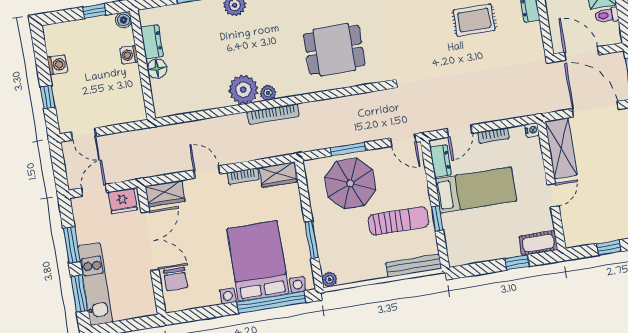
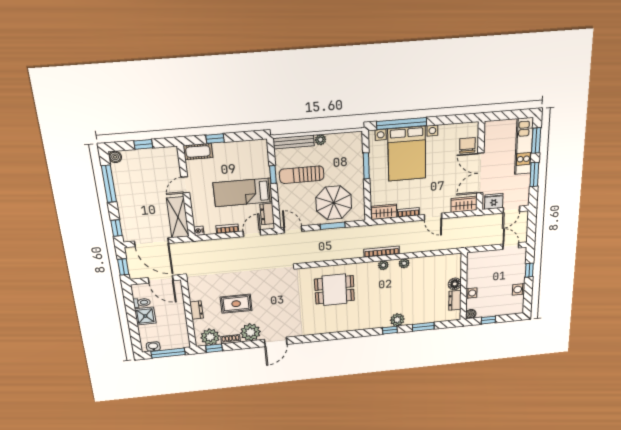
plant: (243, 90) -> (404, 263), width x0.53, depth x0.53
plant: (329, 279) -> (320, 140), moved

